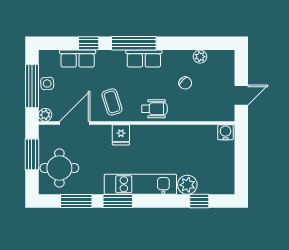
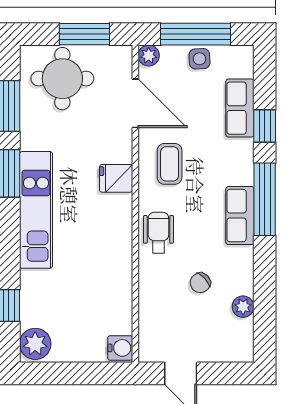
coffee table: (112, 102) -> (170, 164), turned -72
wheelchair: (154, 109) -> (158, 233), turned 180
plant: (187, 185) -> (35, 344), moved

